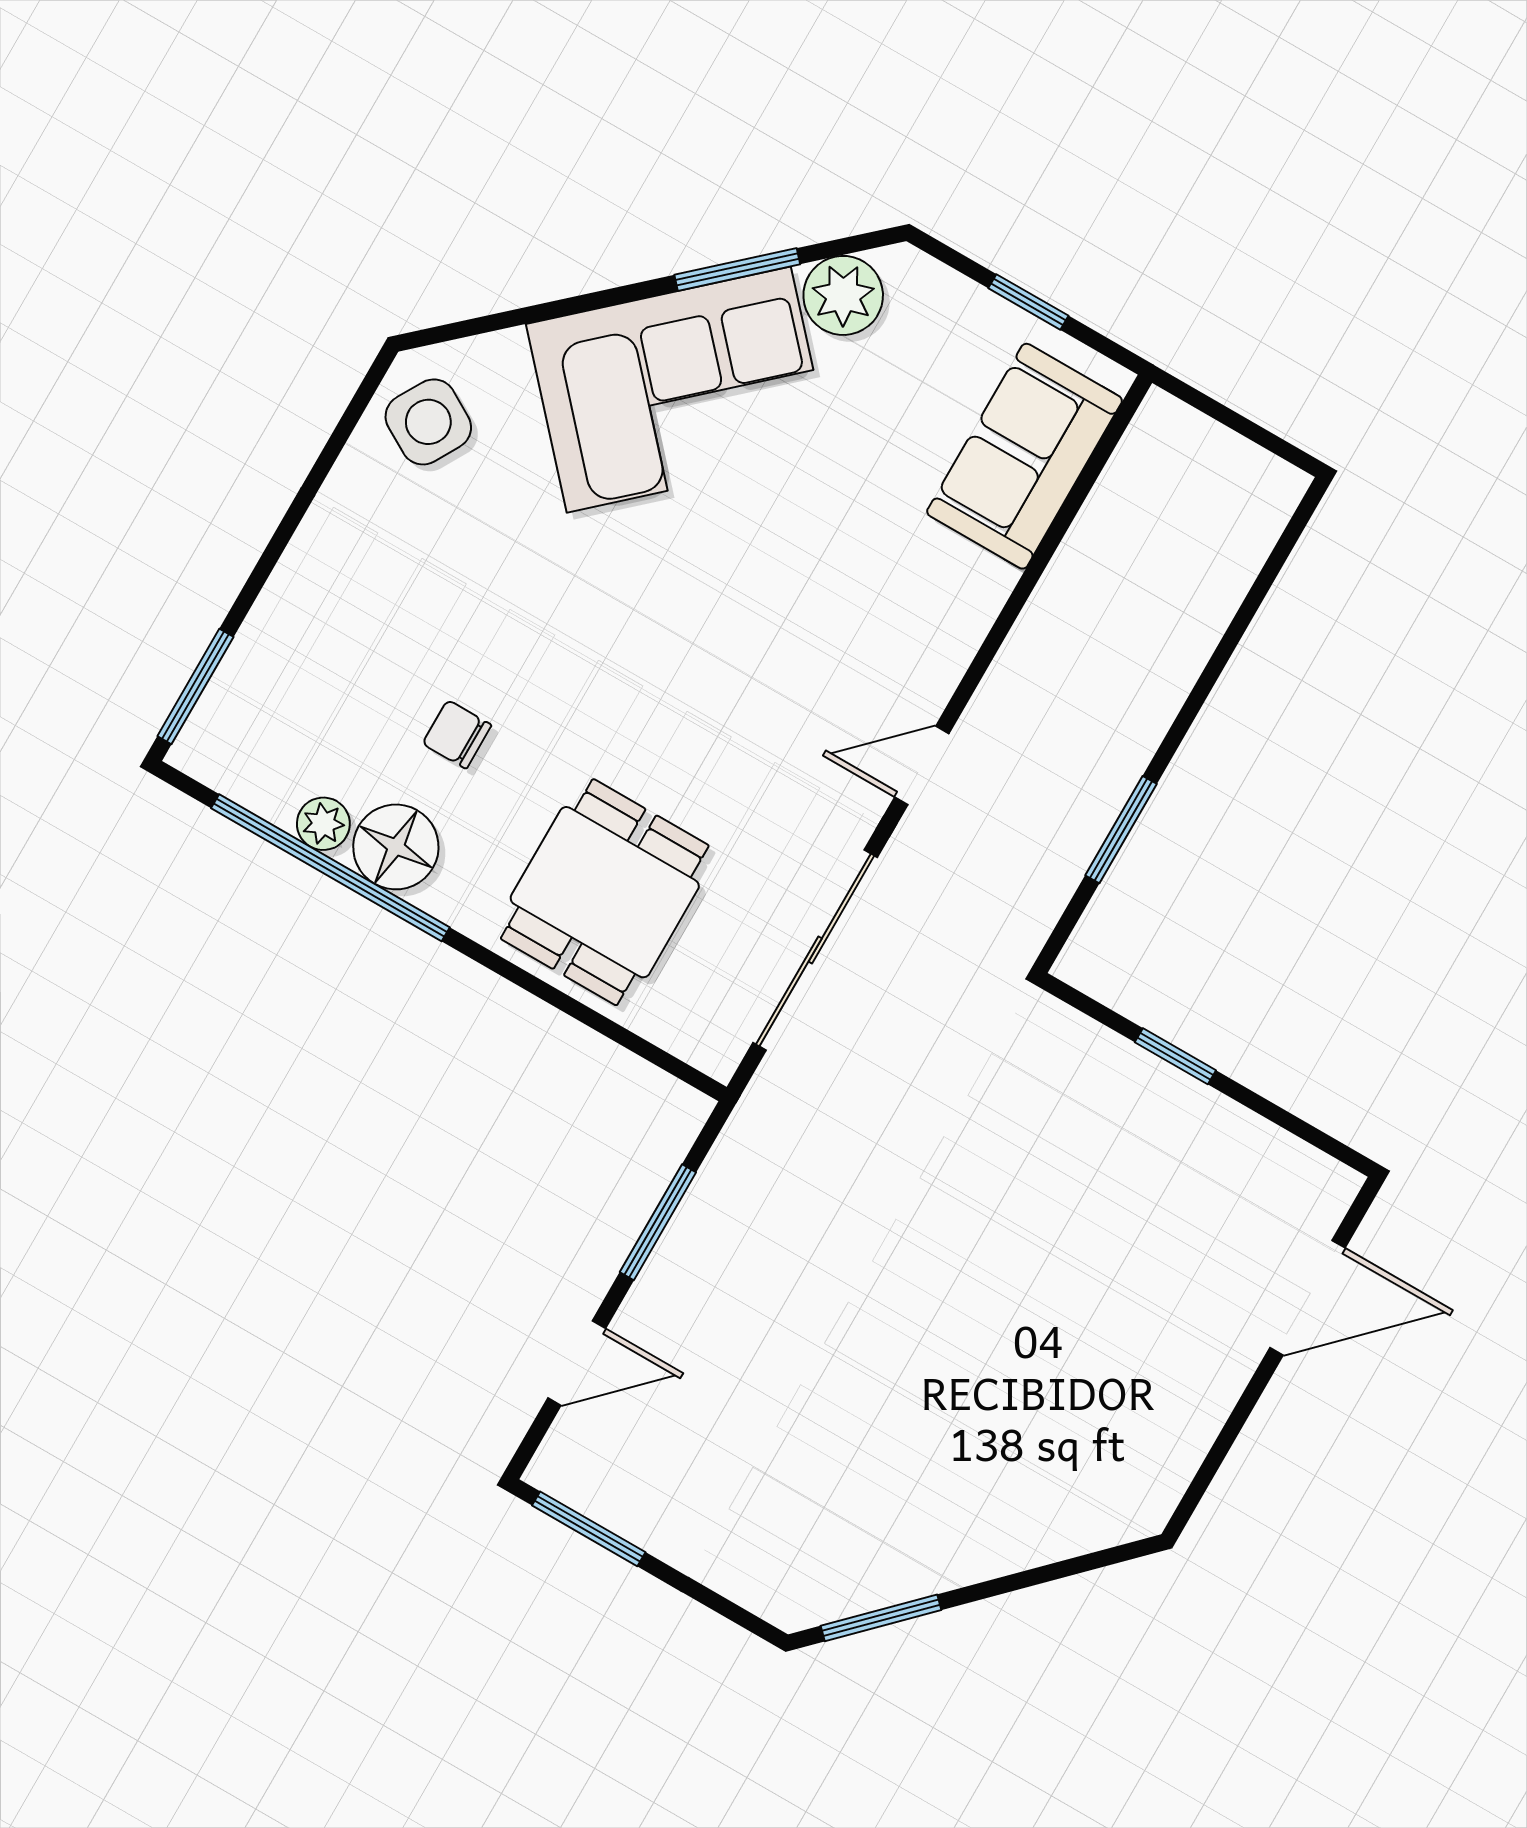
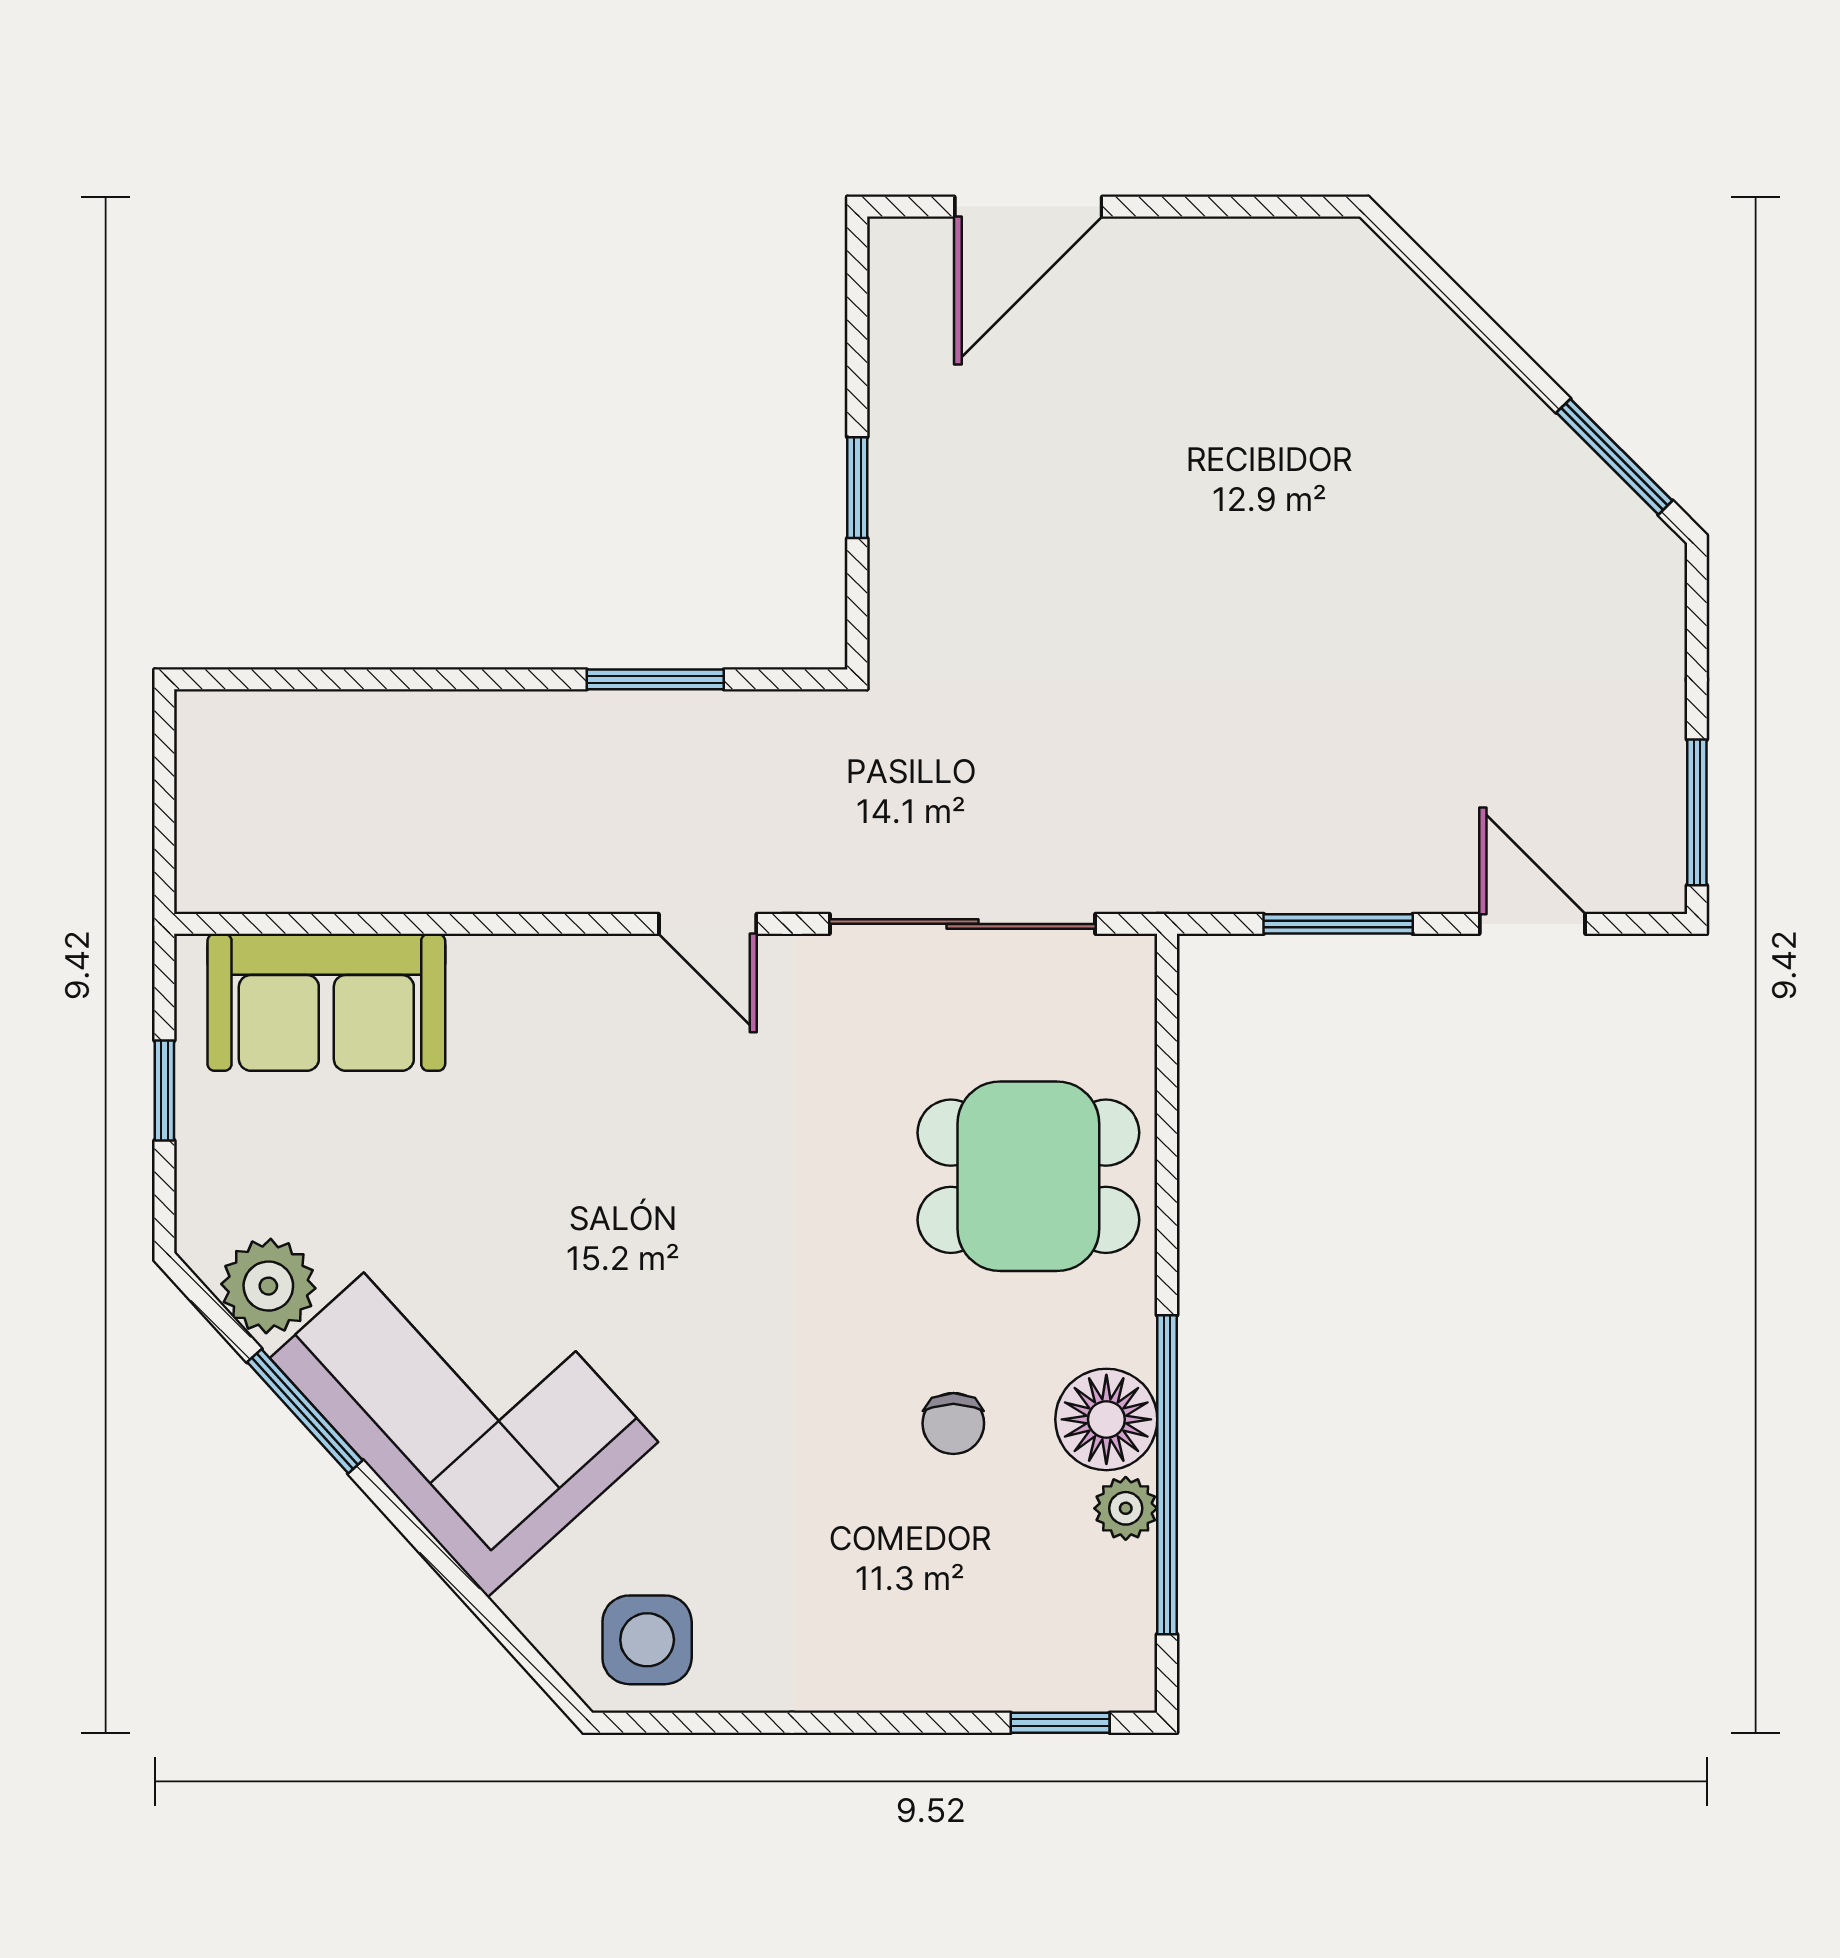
side table: (428, 422) -> (647, 1640), turned -30
window: (195, 687) -> (1060, 1723), width x0.67
door: (1307, 1298) -> (1028, 207), swing flipped

